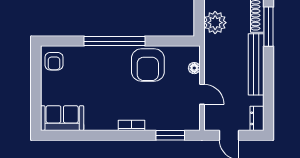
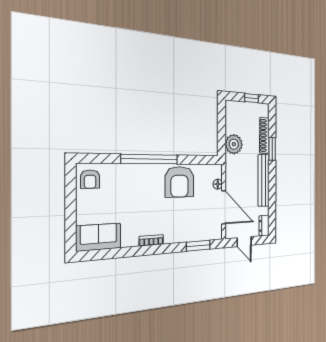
window: (268, 27) -> (272, 149), width x0.69
door: (202, 94) -> (224, 207), width x1.87
bookcase: (132, 125) -> (151, 240), moved

